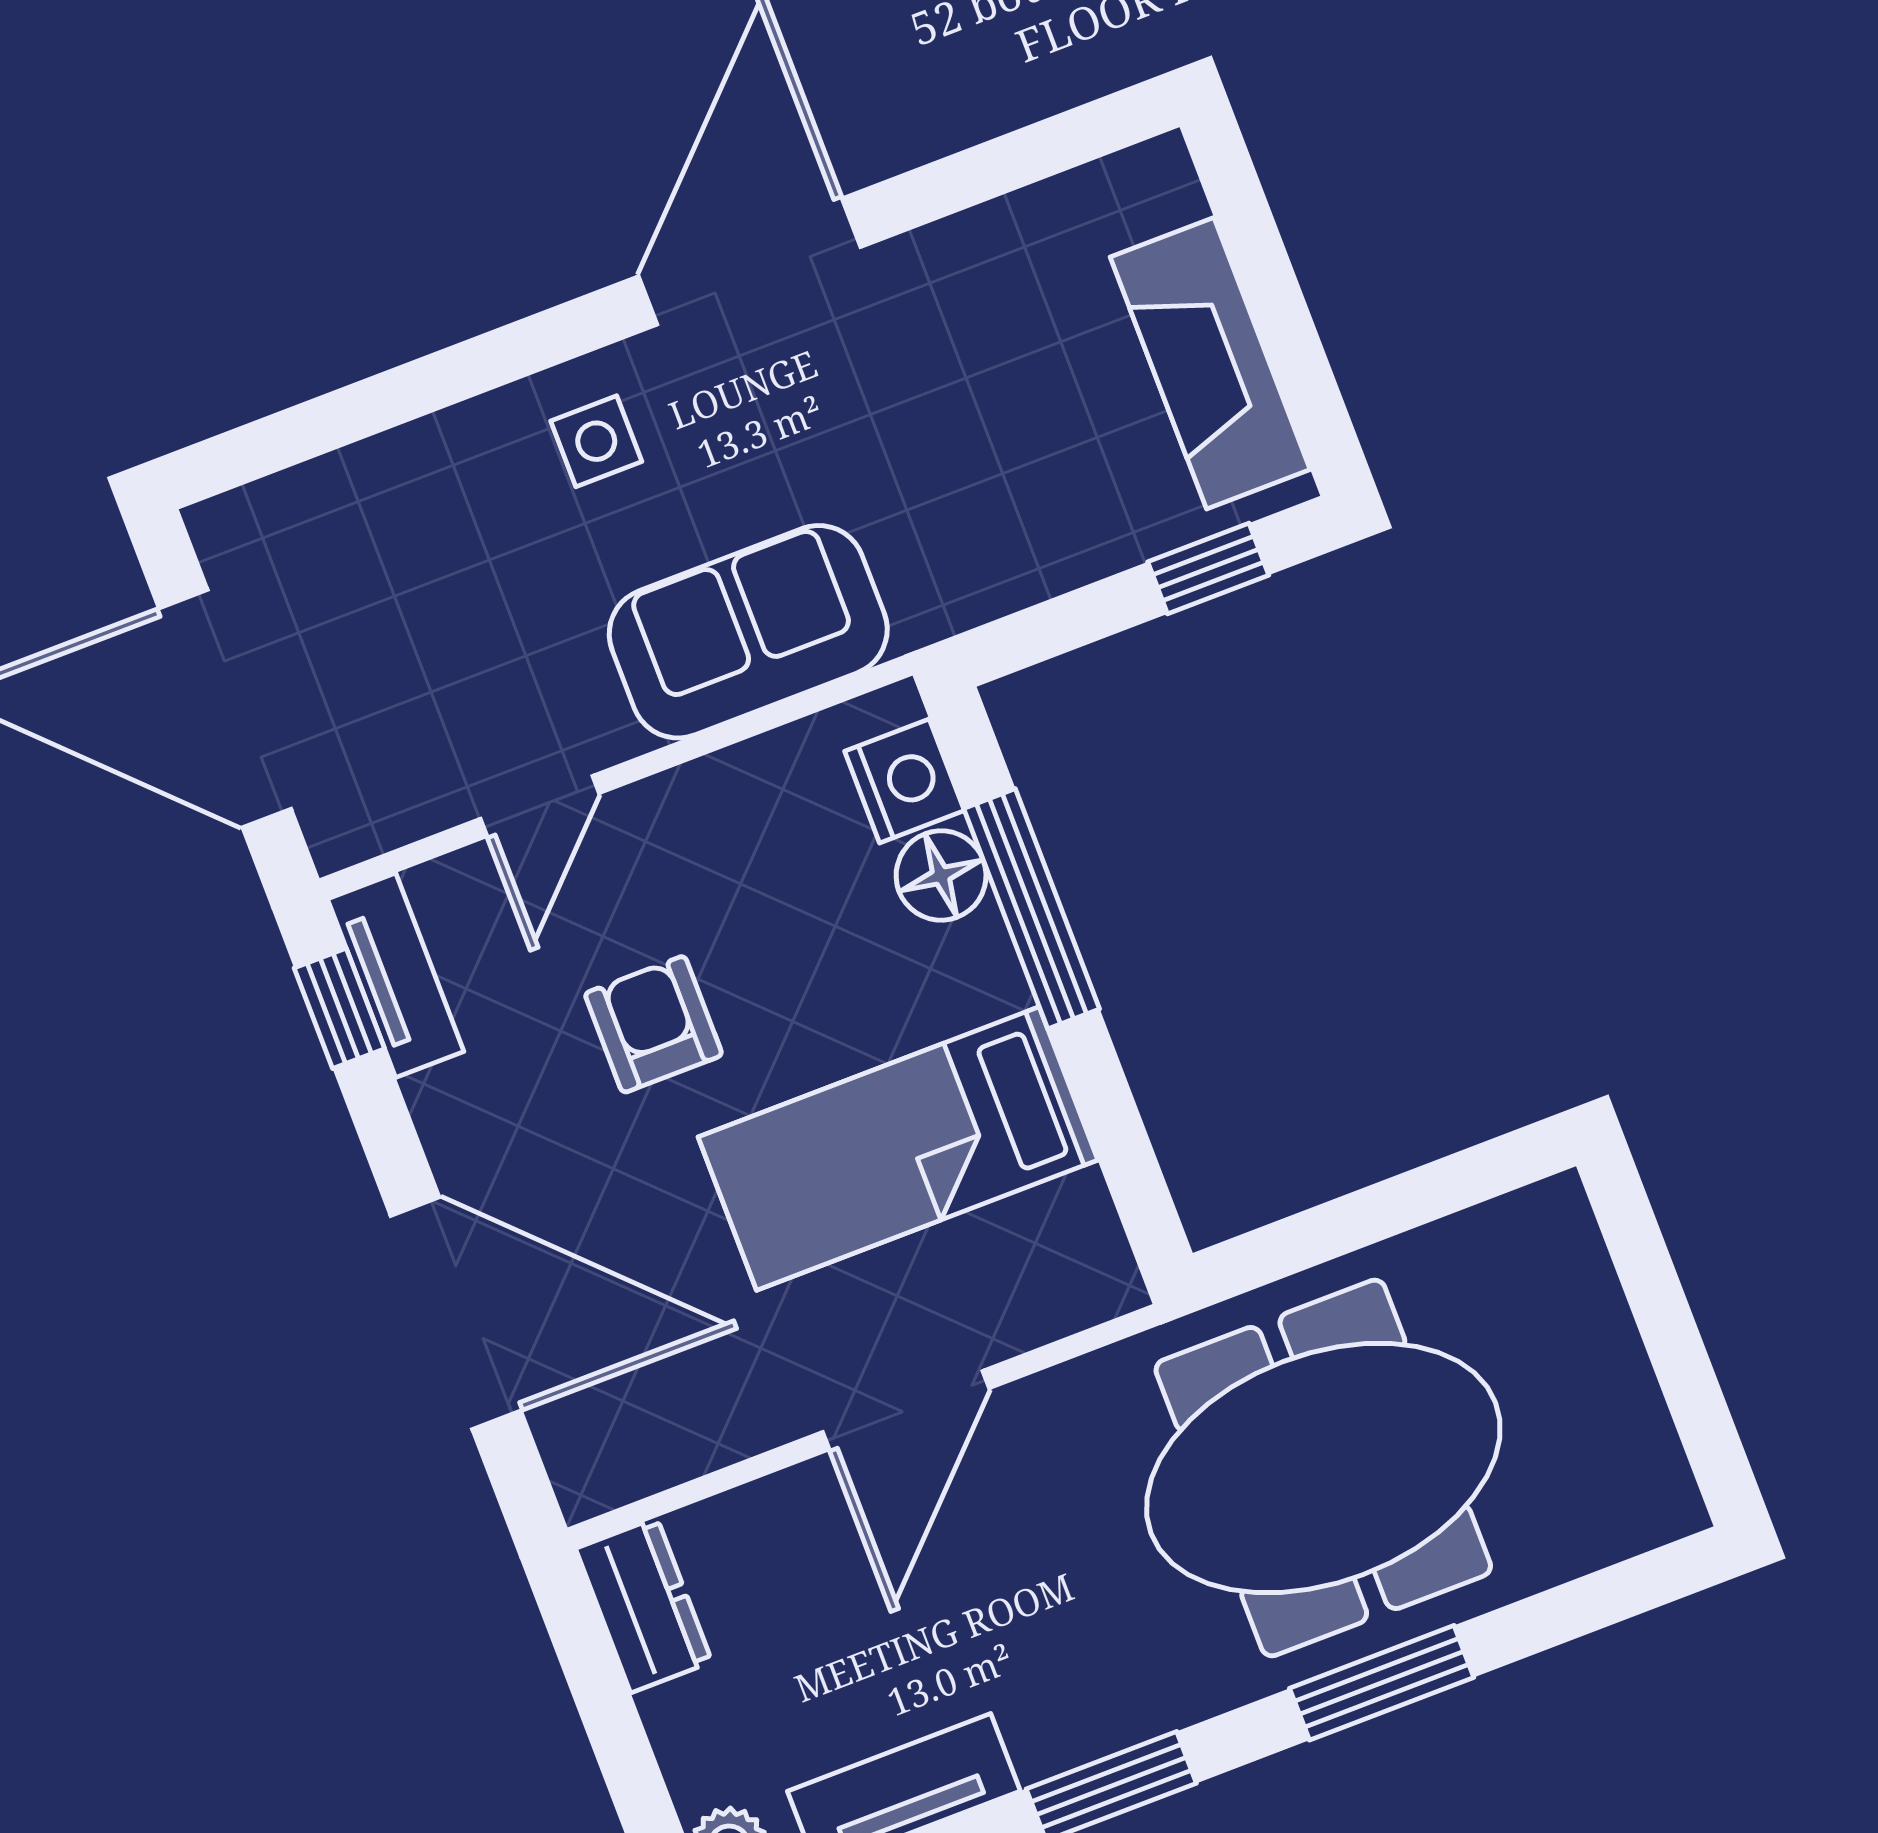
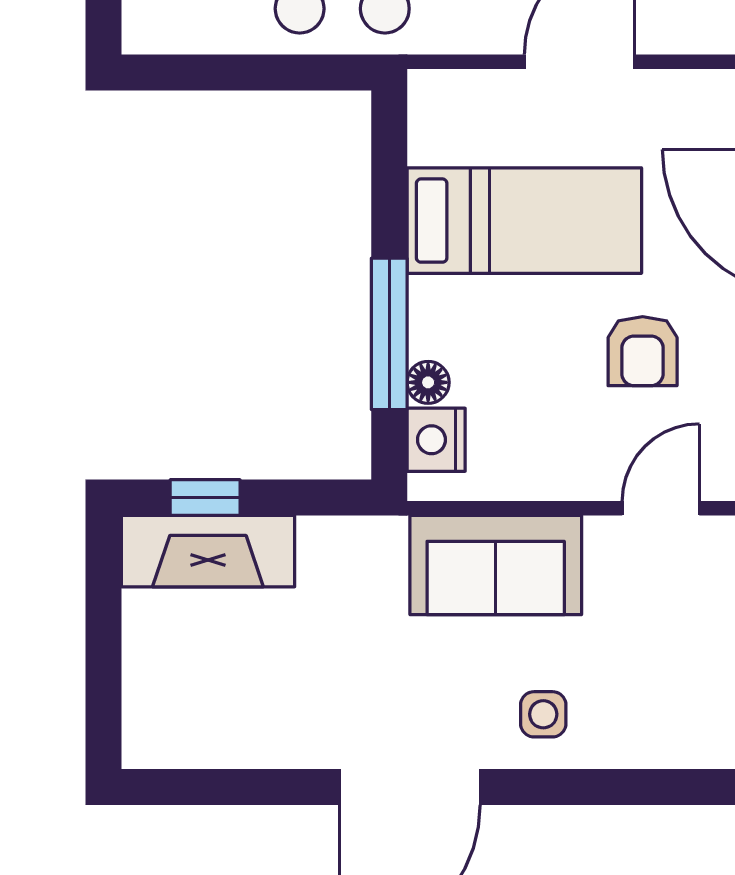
fireplace: (1210, 363) -> (208, 551), moved, turned 90
floor lamp: (941, 876) -> (428, 382), width x0.73, depth x0.73

